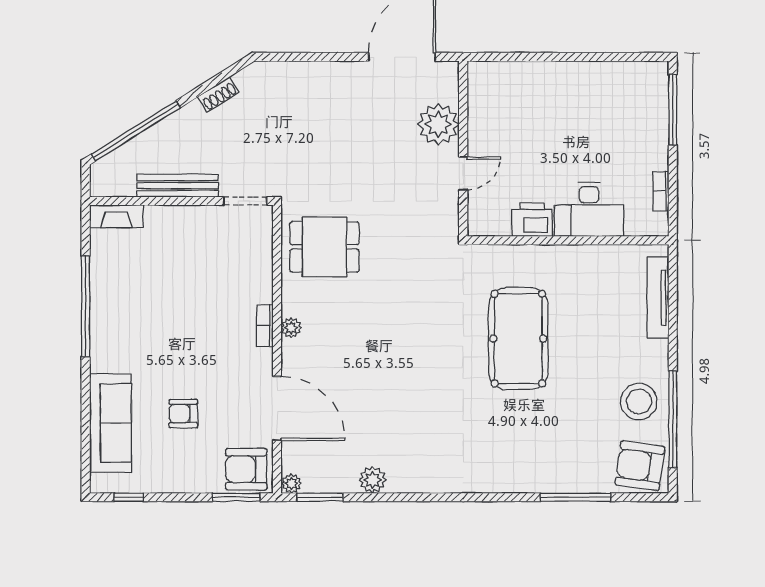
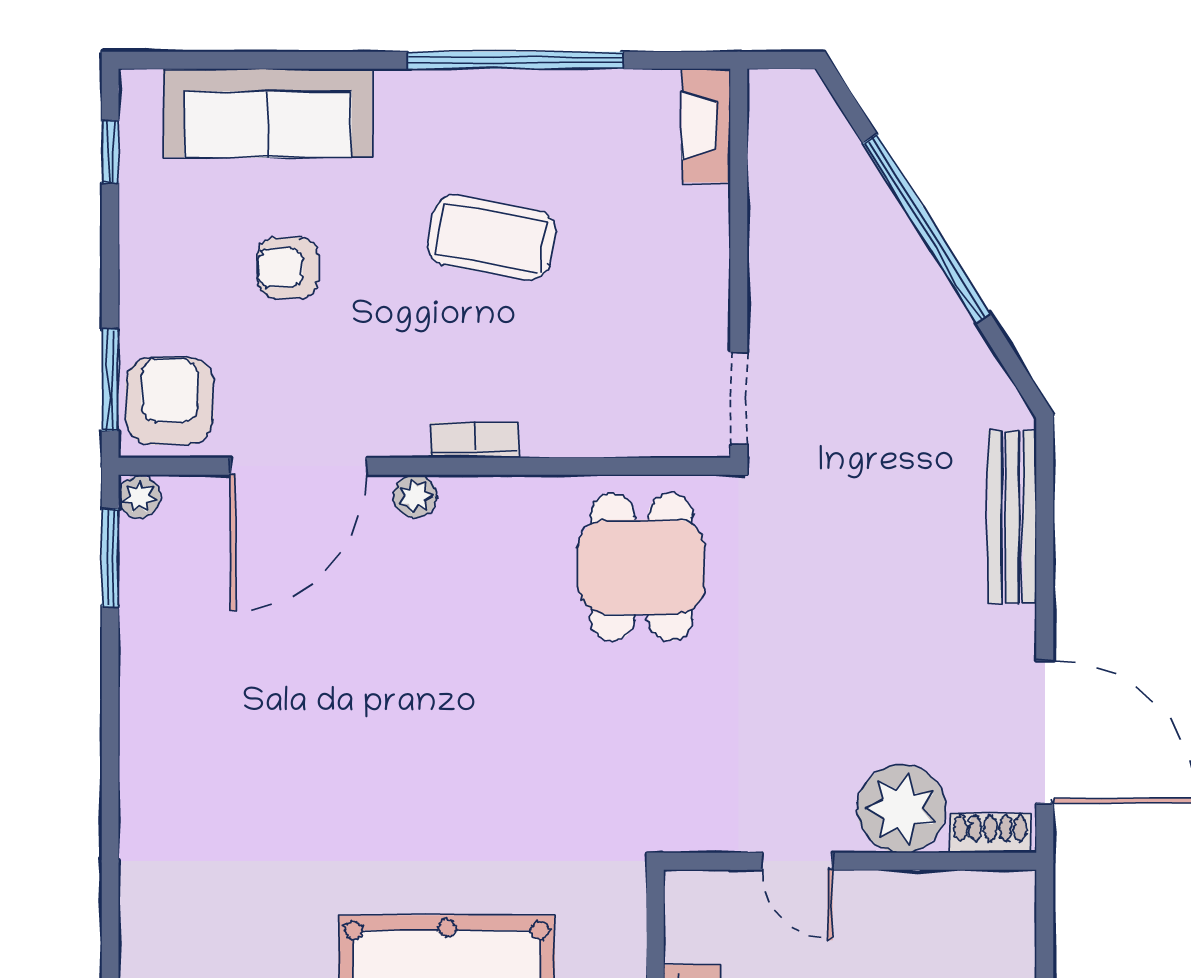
shoe rack: (218, 94) -> (990, 833), moved, turned 122
window: (136, 131) -> (926, 228), moved
bench: (178, 186) -> (1012, 517), moved
coffee table: (169, 317) -> (492, 238), added
plant: (291, 328) -> (415, 496), moved
armchair: (183, 414) -> (288, 268), turned -90
plant: (373, 480) -> (147, 669), removed

